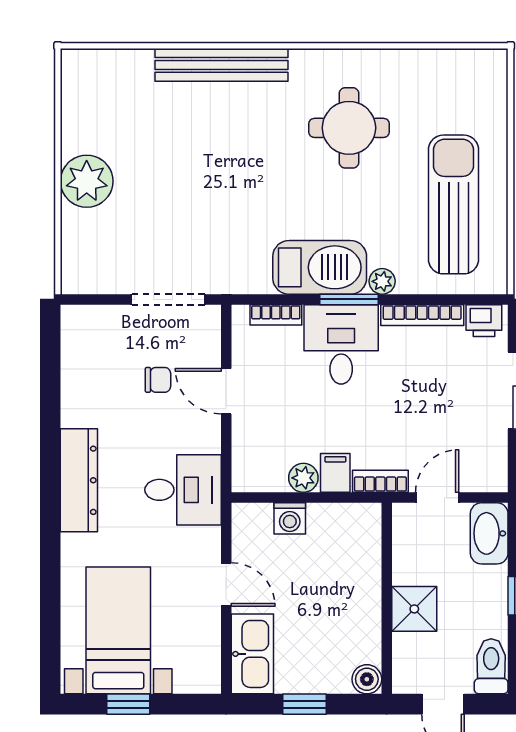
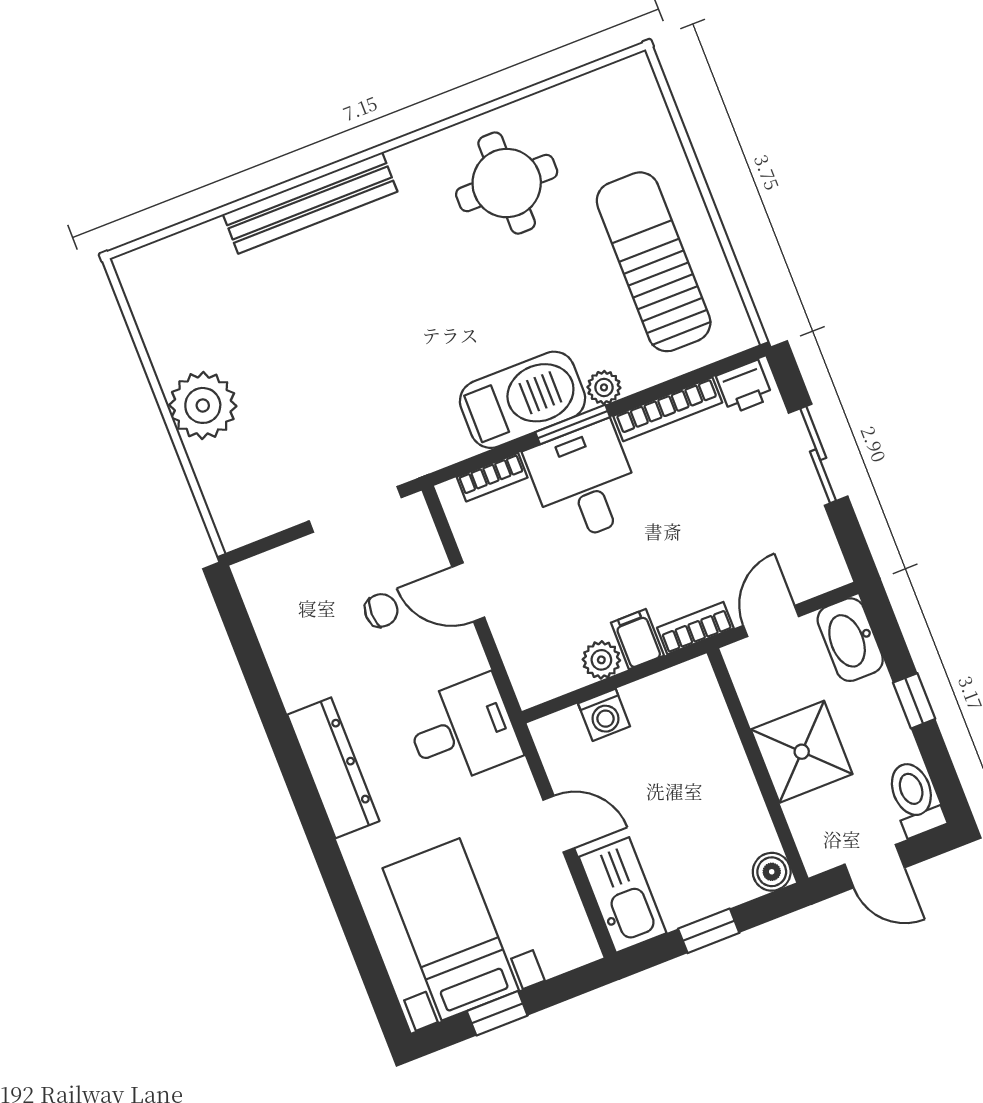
round table: (349, 128) -> (507, 183), moved
shower: (414, 609) -> (802, 752), width x1.36, depth x1.36

